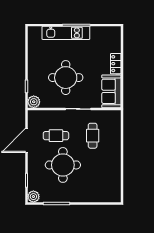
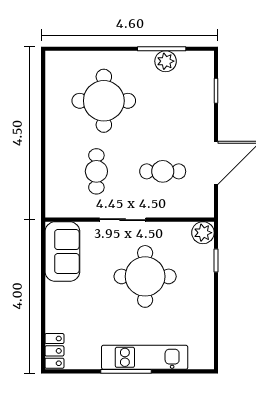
locker: (116, 64) -> (54, 351), moved
round table: (63, 165) -> (104, 101), moved
plant: (33, 197) -> (166, 61), moved

